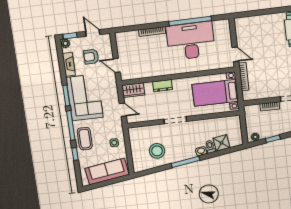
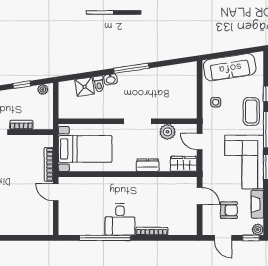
desk: (191, 41) -> (120, 219), width x0.53, depth x0.77
plant: (150, 115) -> (168, 132), added
stool: (157, 151) -> (164, 86), removed

